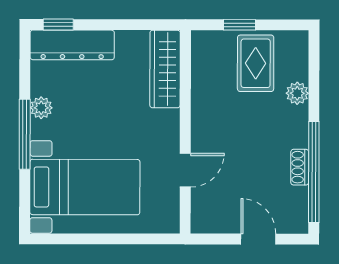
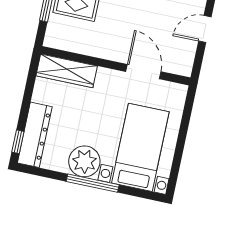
plant: (41, 108) -> (84, 161), width x1.87, depth x1.87
door: (185, 170) -> (143, 72), width x1.38

